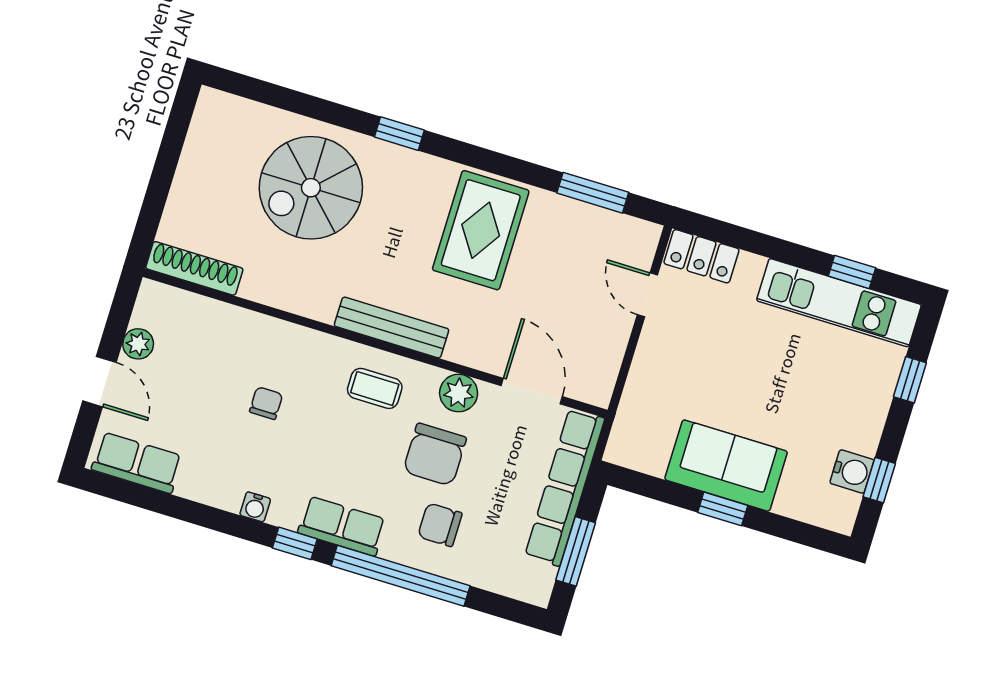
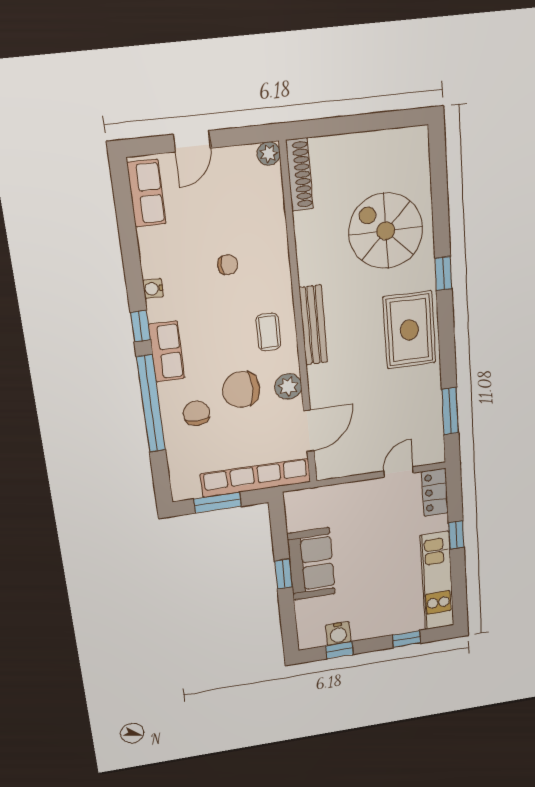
rug: (481, 230) -> (409, 330), moved, turned 90
window: (852, 272) -> (456, 535), moved
plant: (138, 344) -> (269, 153), moved

